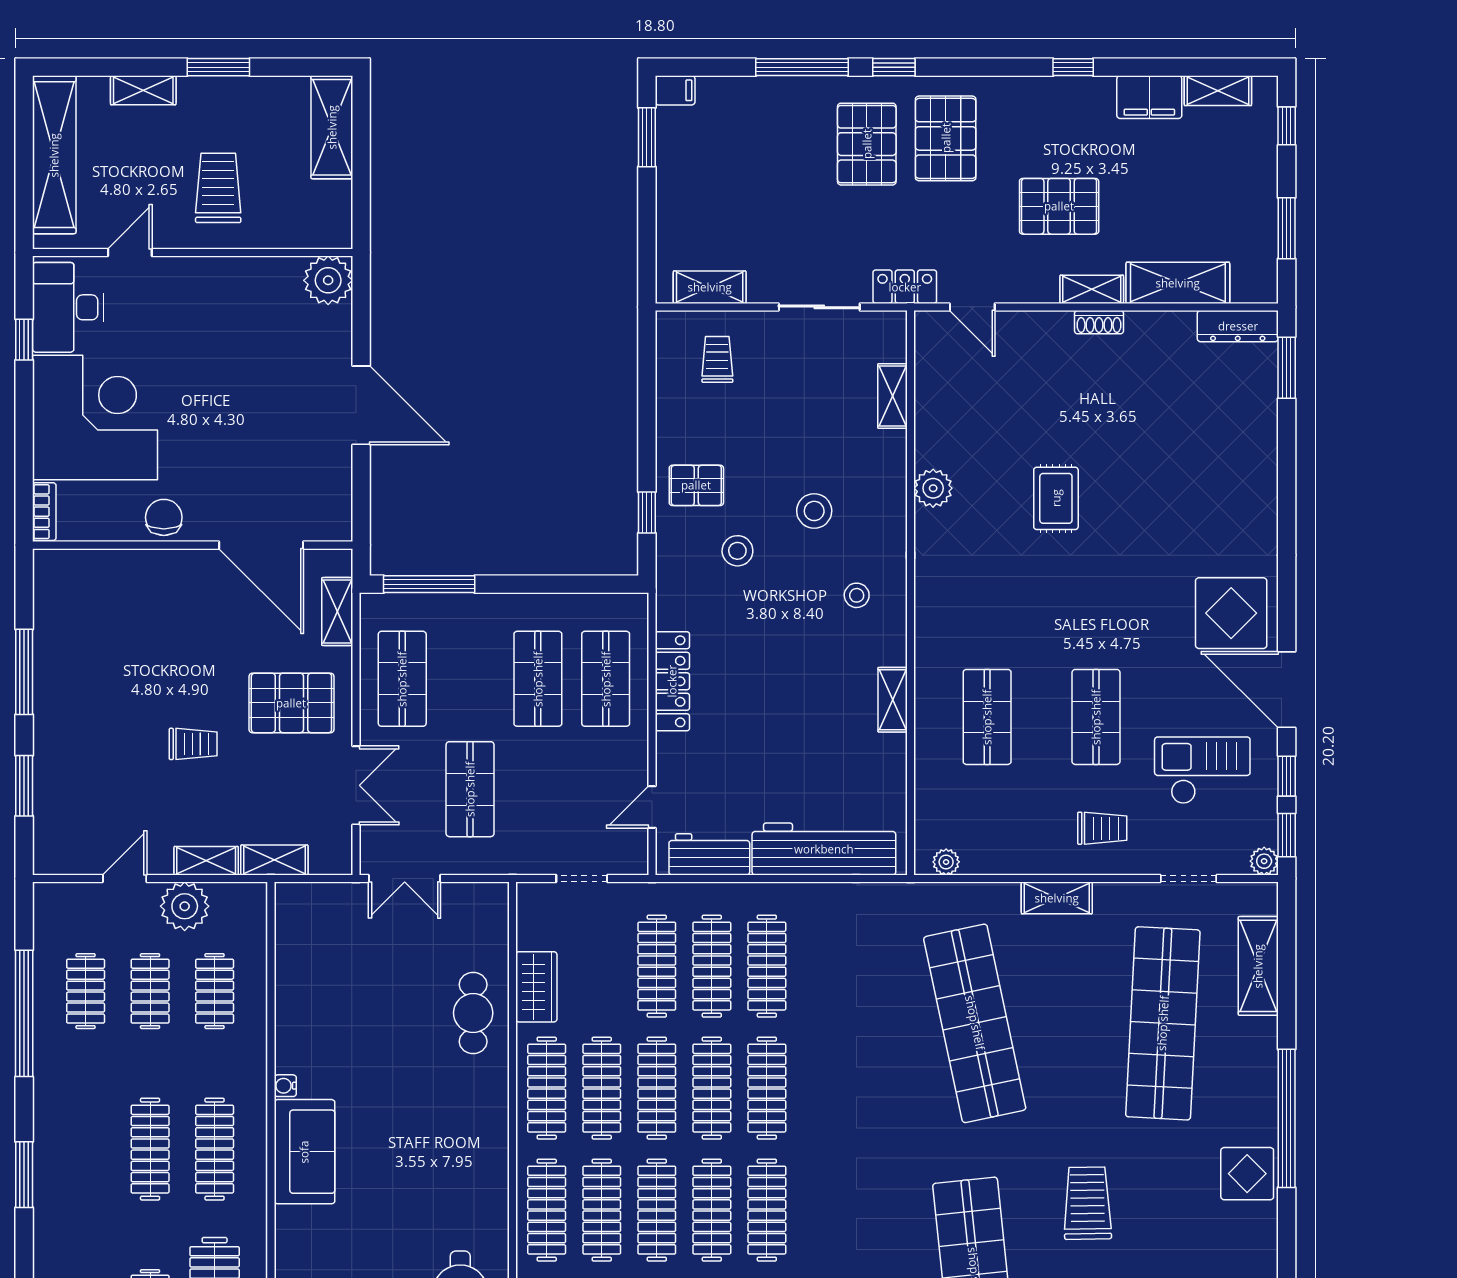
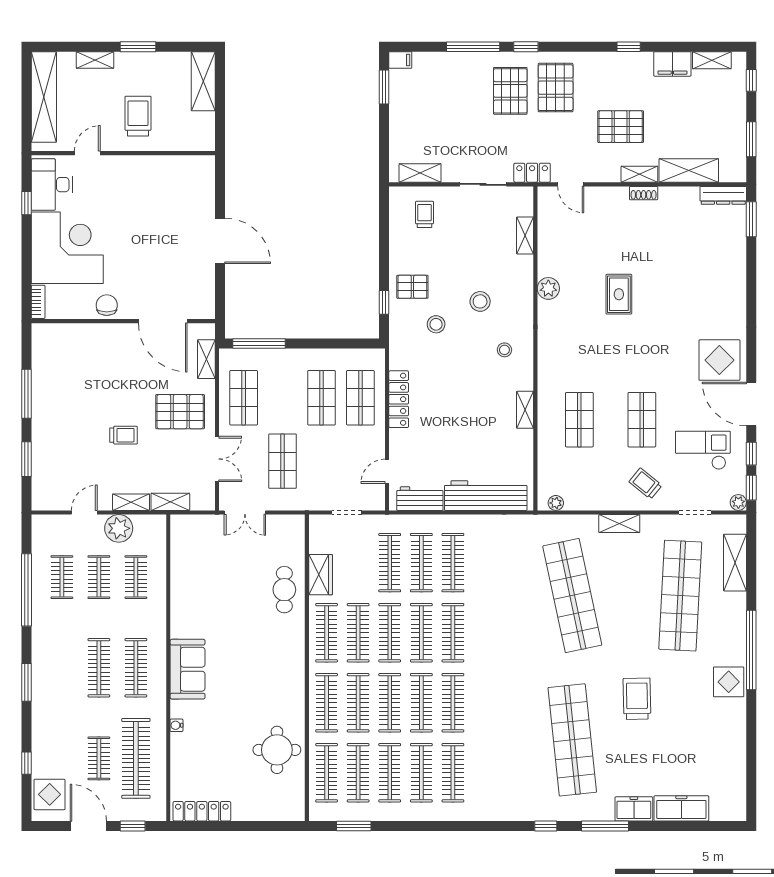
plant: (328, 280) -> (201, 169), removed
trolley: (1102, 828) -> (645, 484), turned -141
water cooler: (285, 1086) -> (176, 725), moved

